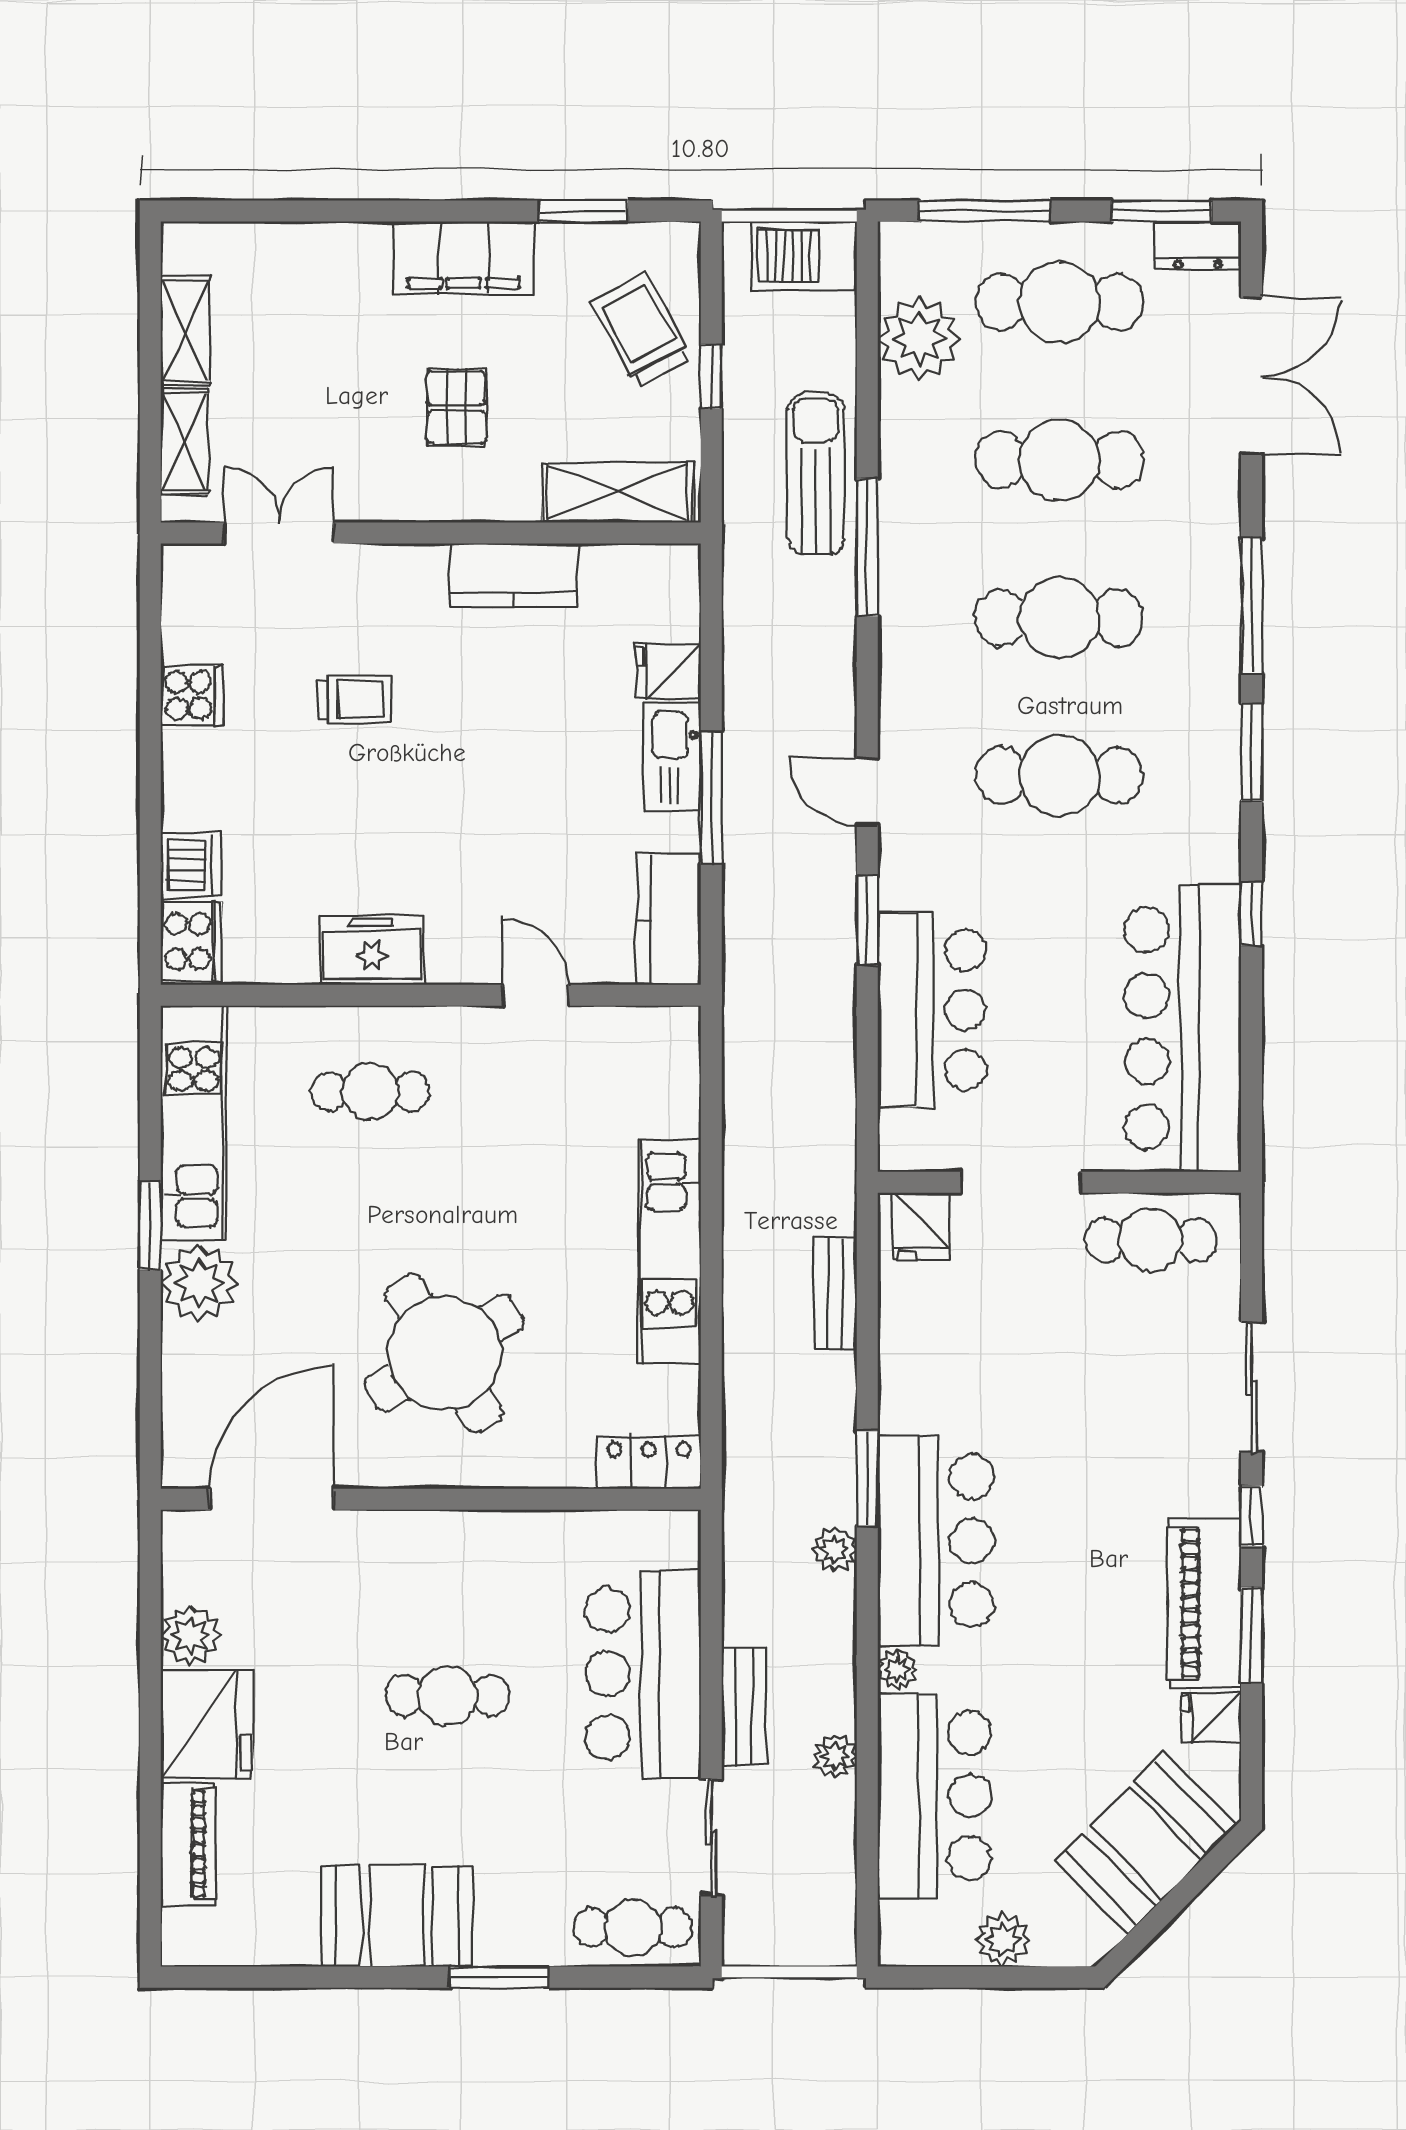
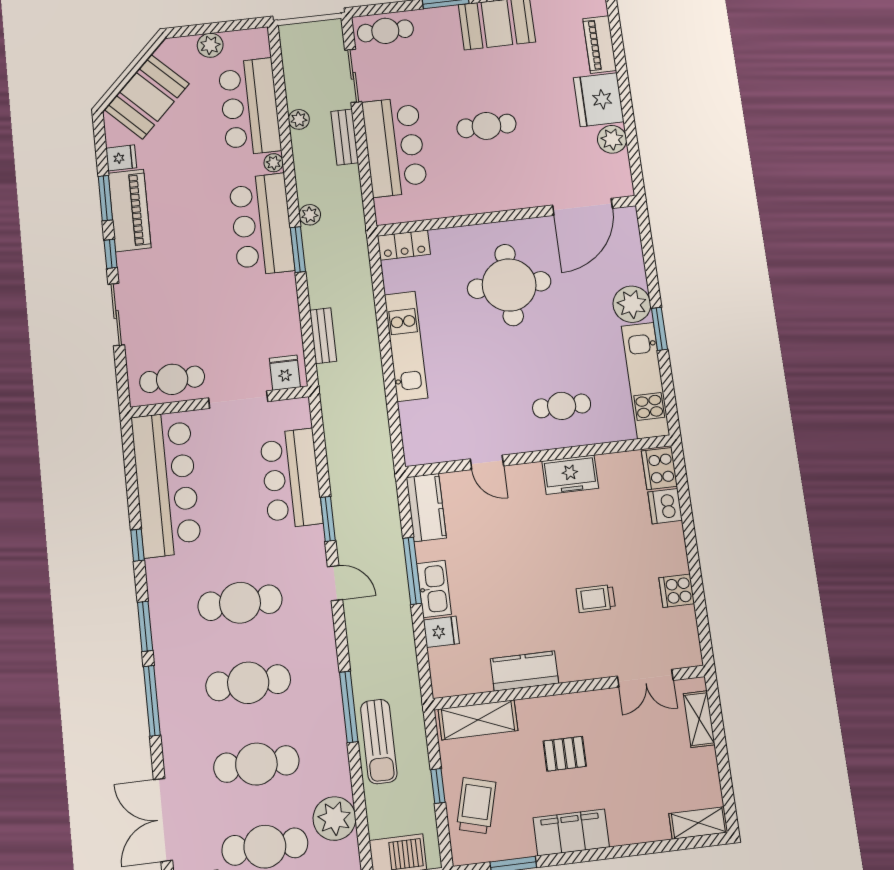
shelving: (185, 330) -> (698, 823), moved, turned 90
trolley: (641, 330) -> (476, 806), turned -137
pallet: (456, 408) -> (565, 754), turned 90
round table: (444, 1353) -> (509, 285), turned 32

